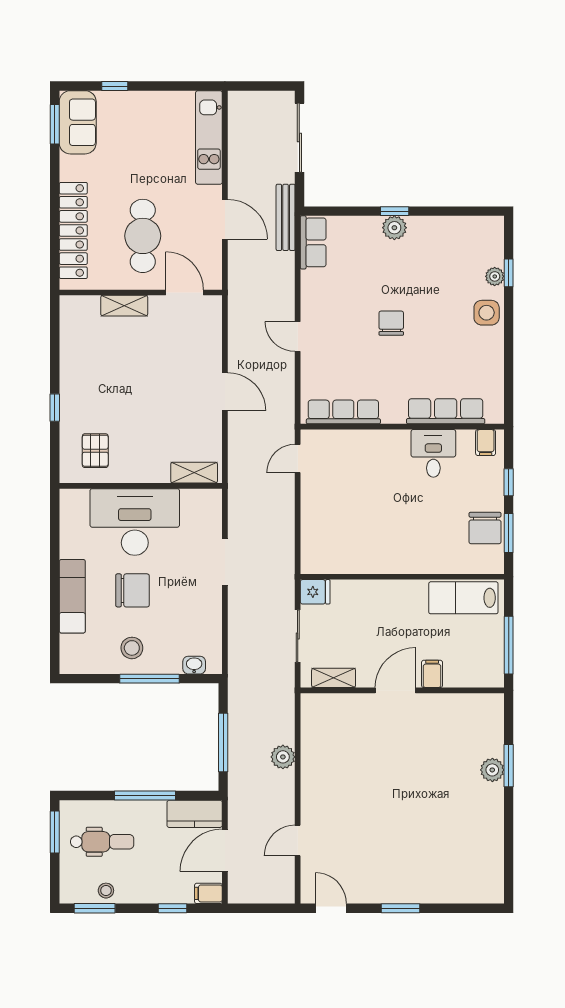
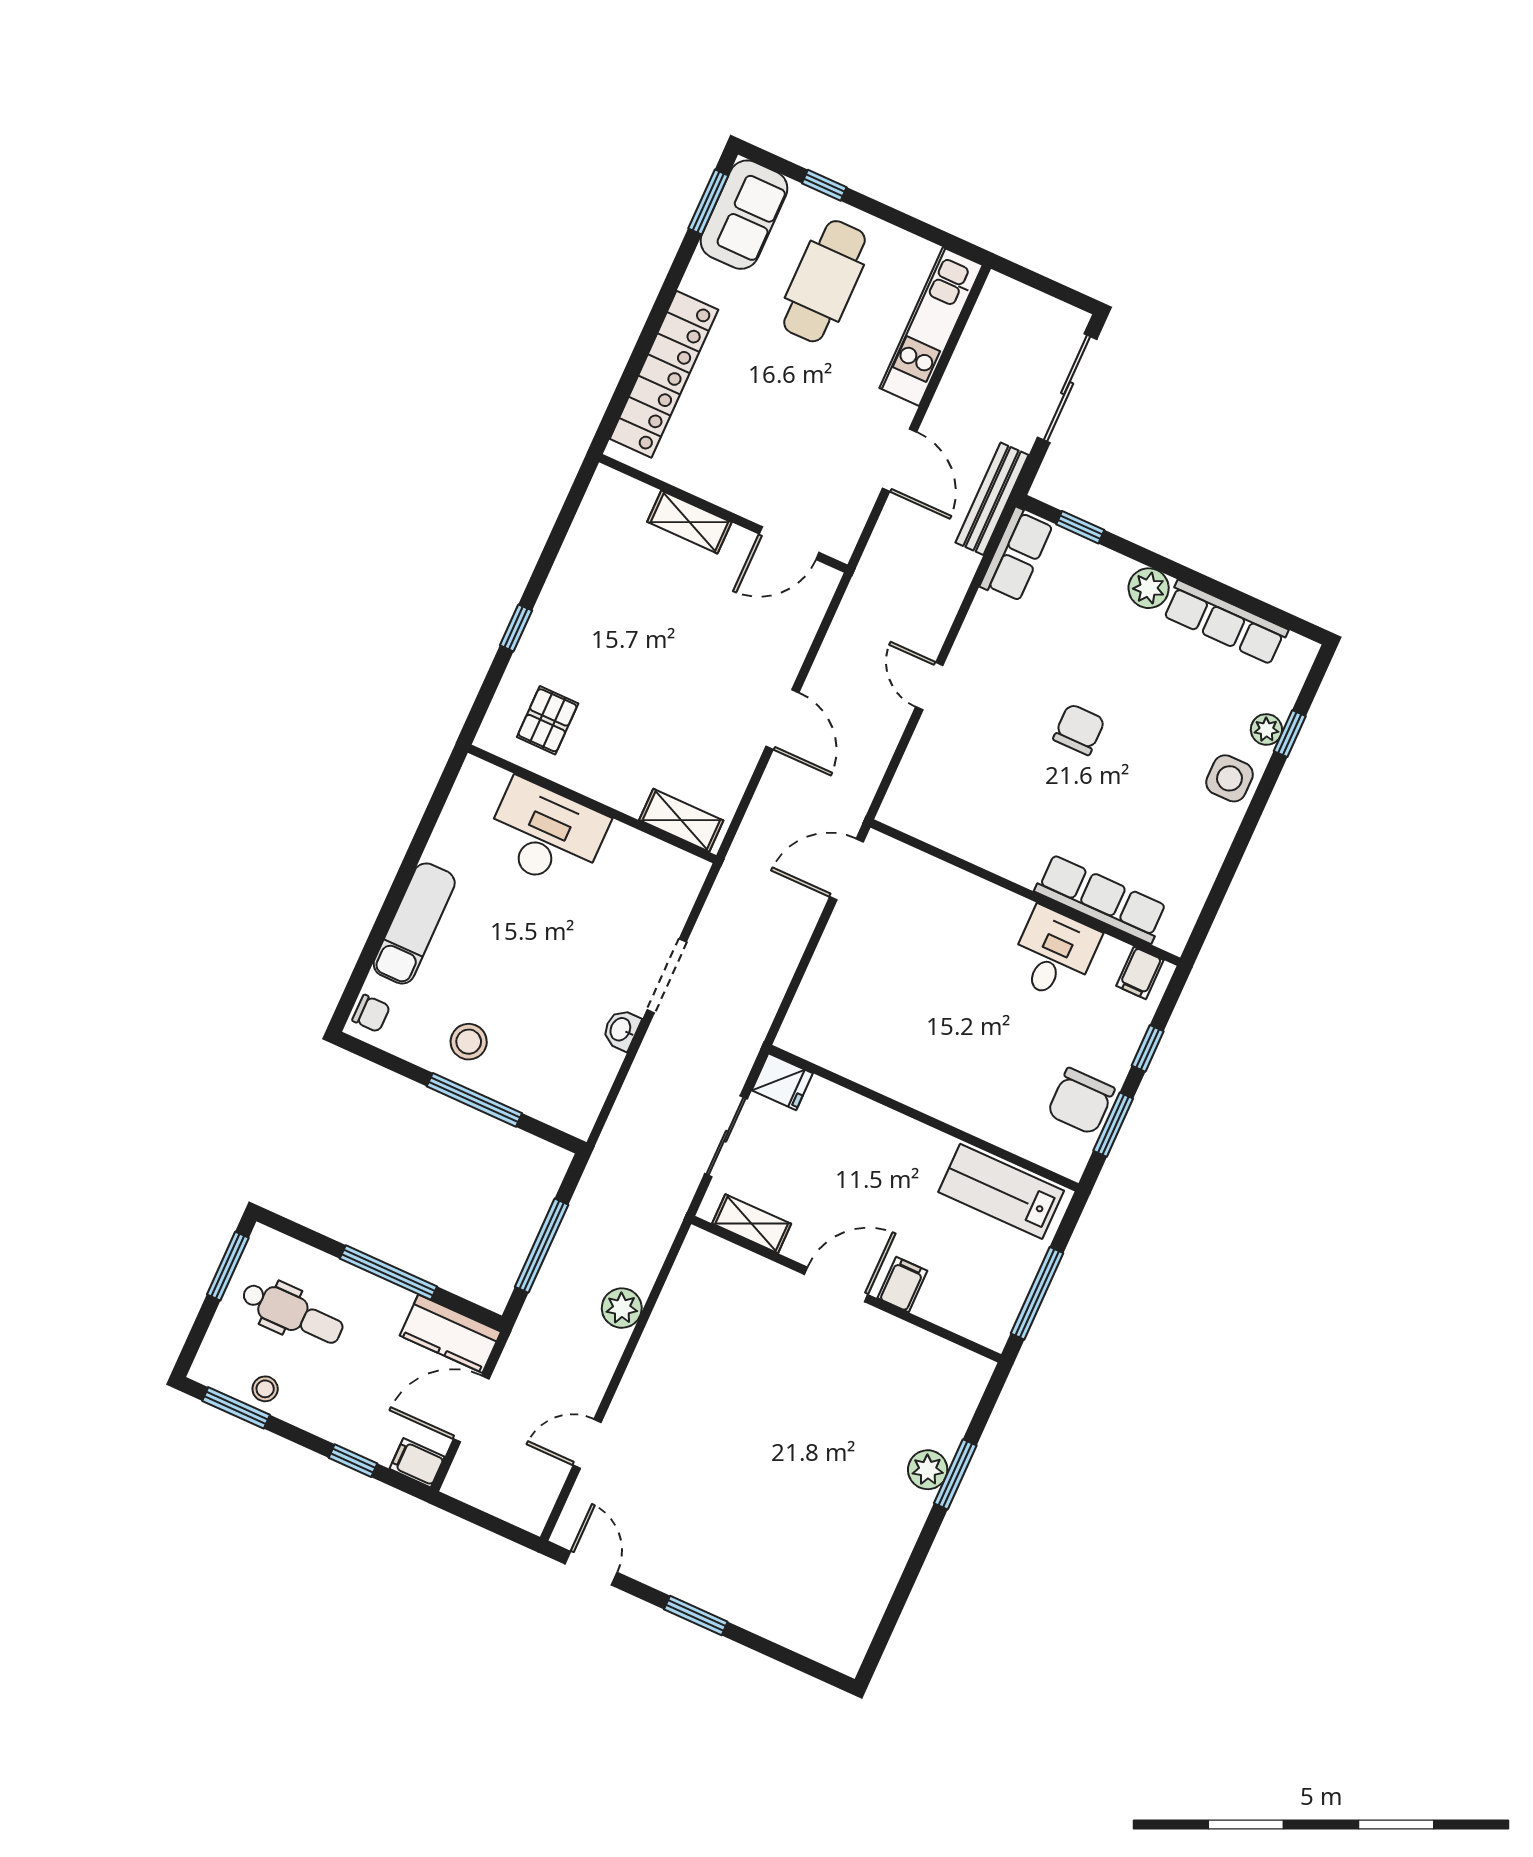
window: (395, 211) -> (1080, 527), moved
cafe table: (143, 236) -> (824, 281), moved
door: (185, 292) -> (789, 543), swing flipped
row of seats: (343, 412) -> (1225, 623), moved, turned 180
door: (298, 458) -> (847, 869), width x1.38
desk: (135, 522) -> (546, 835), width x0.73, depth x0.77
chair: (133, 590) -> (371, 1013), moved, width x0.54, depth x0.54
washbasin: (194, 665) -> (621, 1030), moved, turned -90

